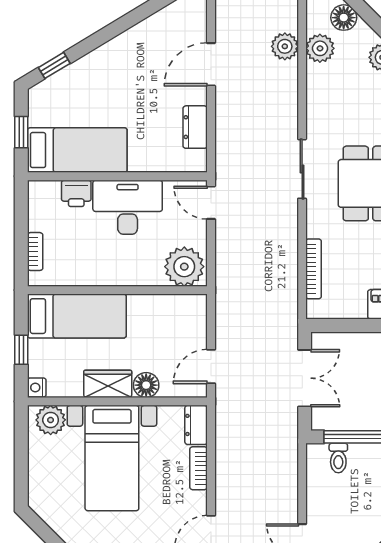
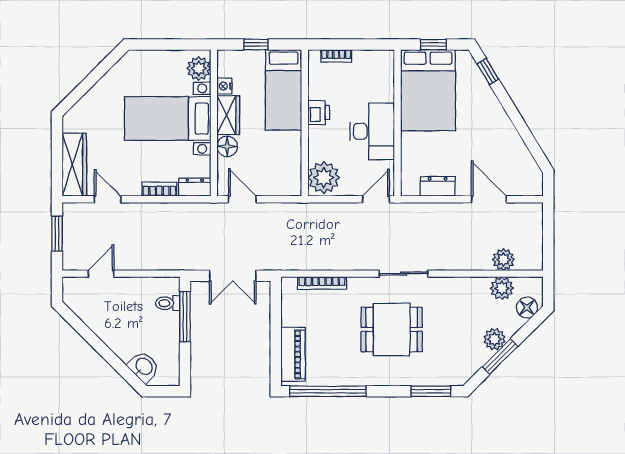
bed: (77, 150) -> (428, 90), width x1.50
printer: (76, 193) -> (319, 112), moved, turned 180
nightstand: (37, 387) -> (224, 86), moved, turned -90

